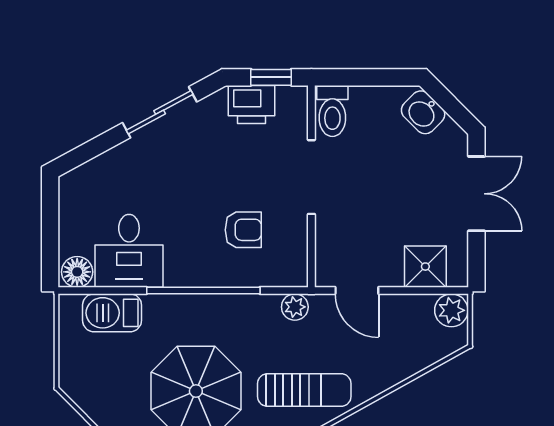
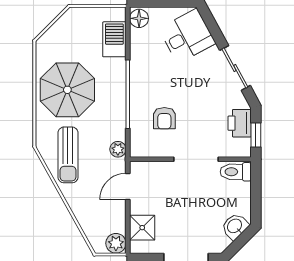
desk: (129, 251) -> (187, 36), moved, turned 152

